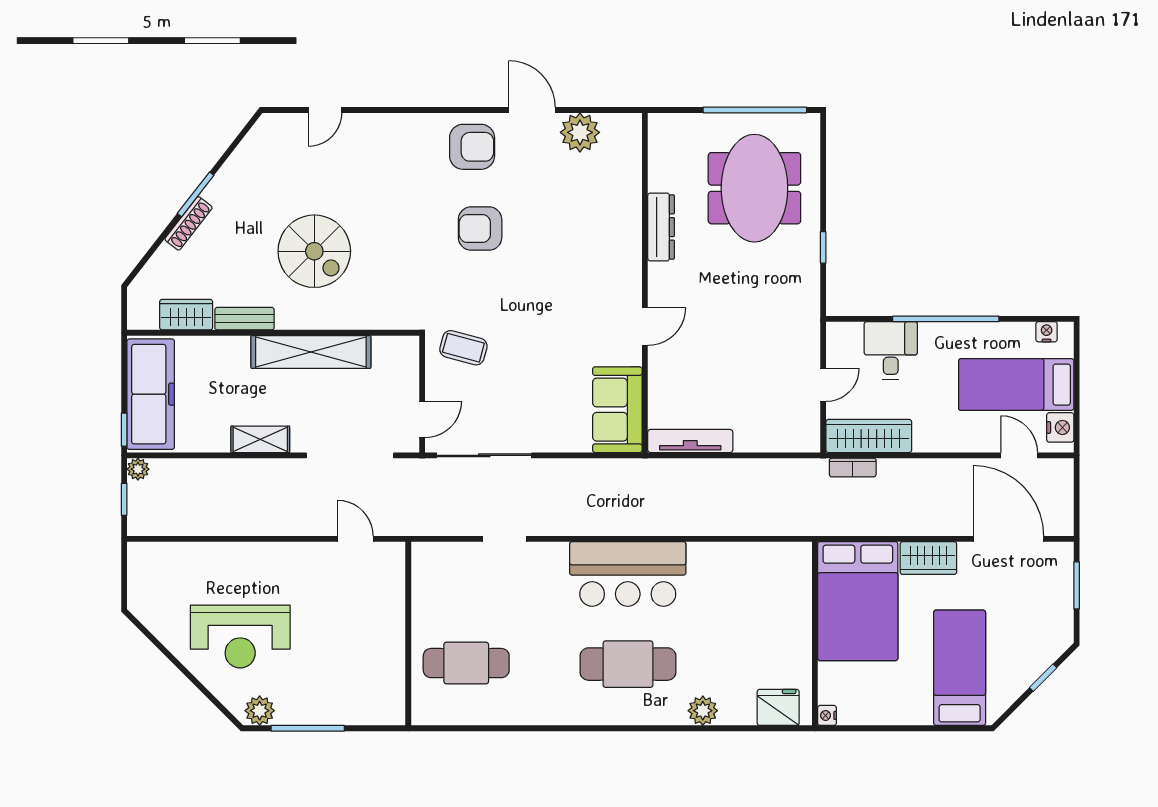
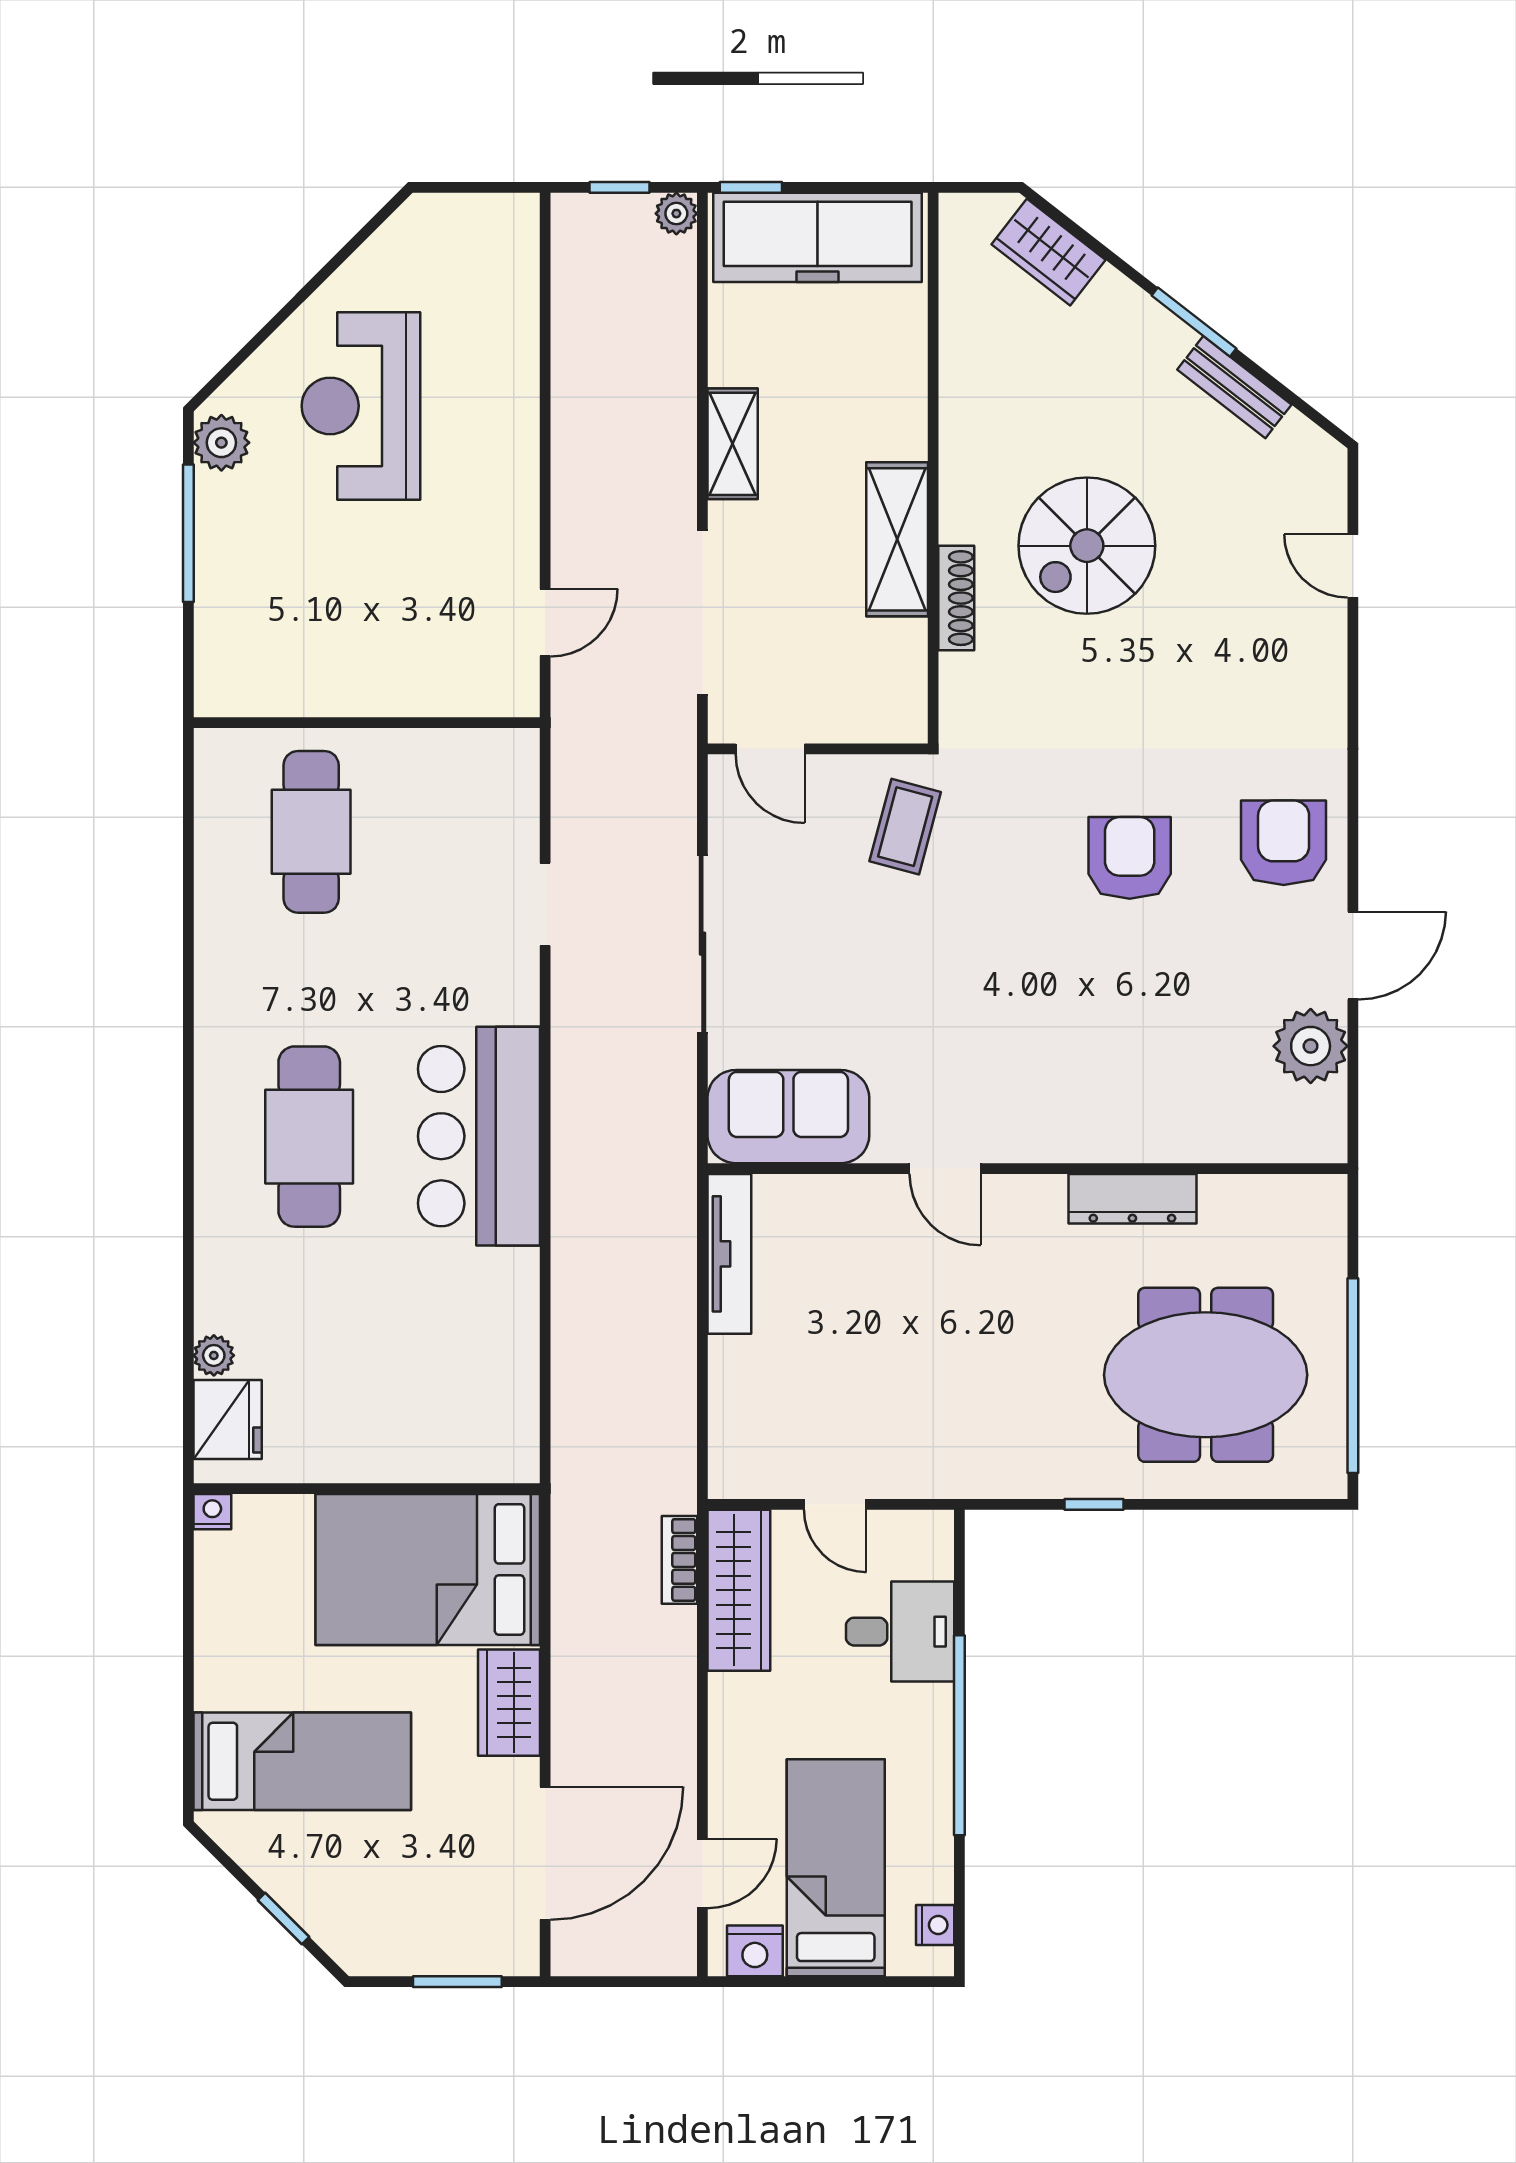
armchair: (472, 147) -> (1284, 843), turned 180
shoe rack: (188, 223) -> (956, 598), moved, turned -128
wardrobe: (186, 315) -> (1048, 252), moved, turned 128
bench: (245, 319) -> (1234, 387), moved, turned -52
shelving: (311, 352) -> (897, 539), width x0.68
sliding door: (484, 455) -> (702, 944), moved
plant: (703, 711) -> (214, 1355), moved, width x0.73, depth x0.73

